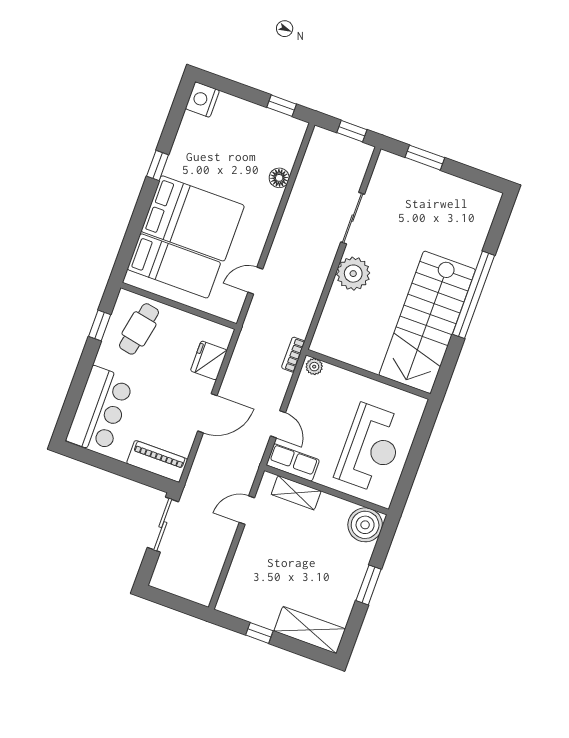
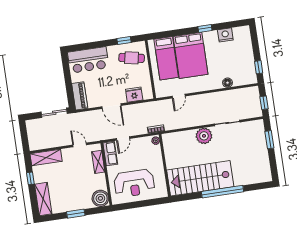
nightstand: (202, 100) -> (225, 35), moved
door: (255, 281) -> (179, 96), swing flipped
shelving: (237, 584) -> (46, 157), added

